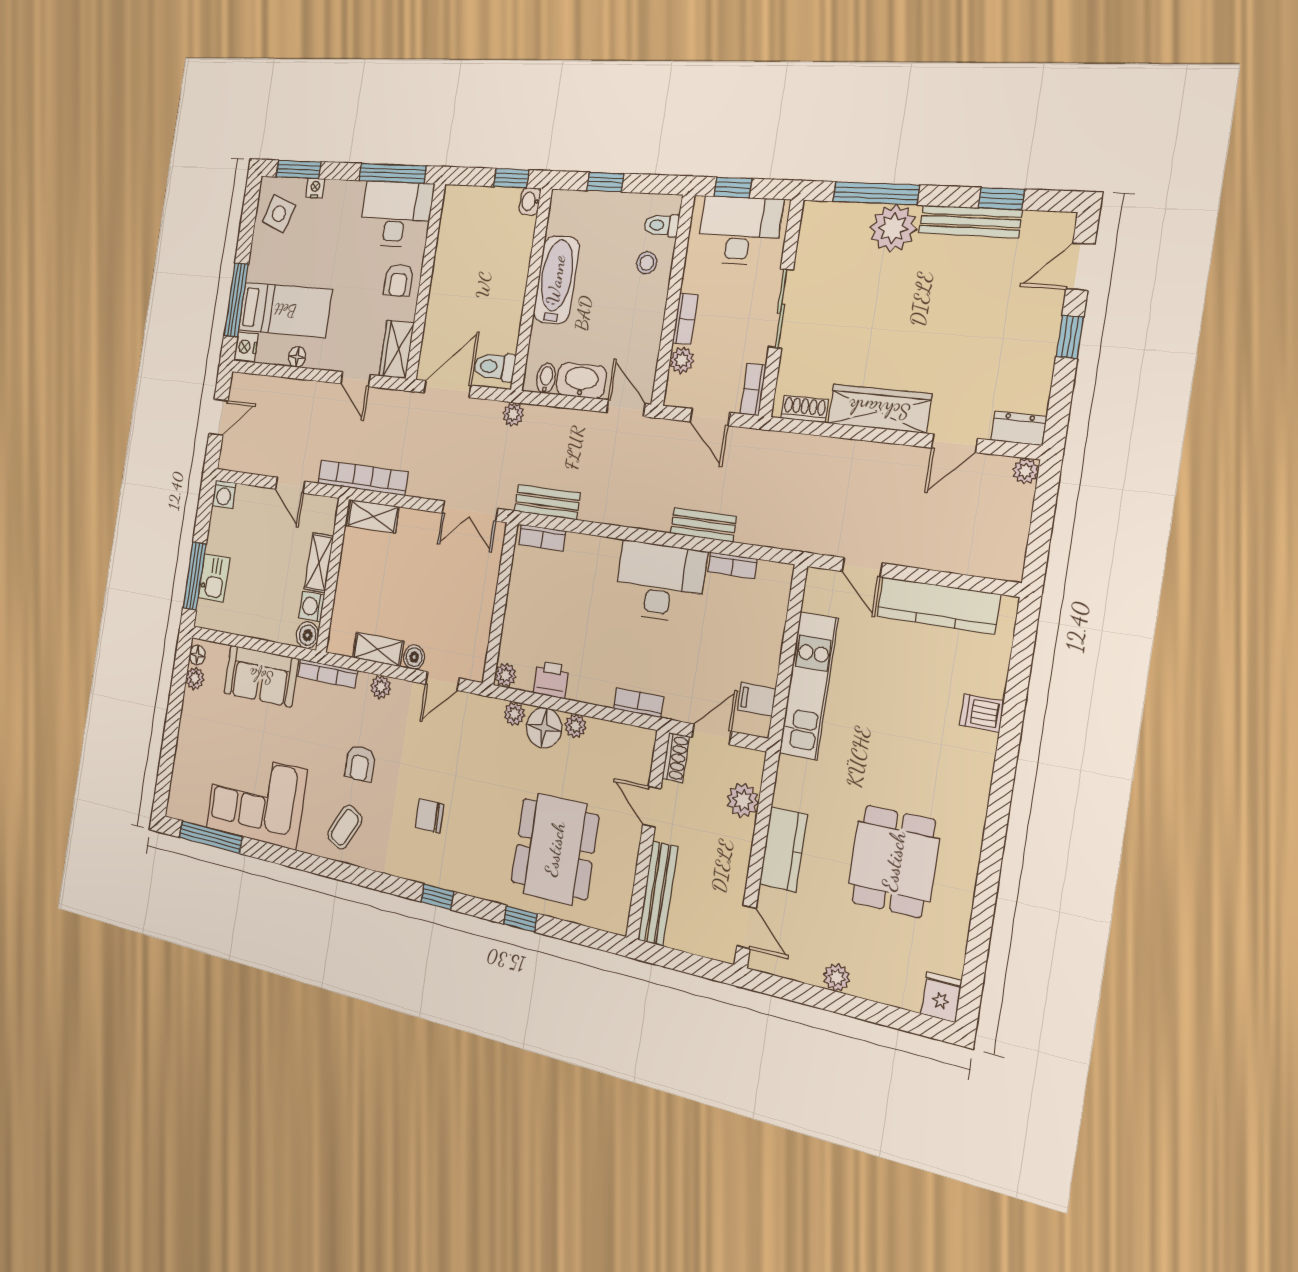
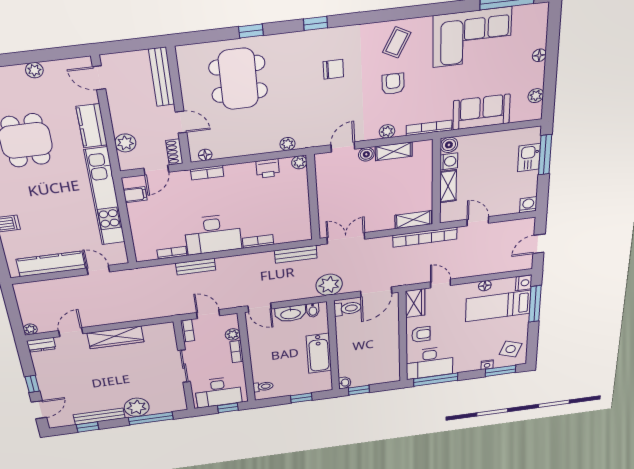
stool: (647, 263) -> (267, 370), removed
armchair: (398, 280) -> (421, 334), turned 90
shoe rack: (804, 409) -> (156, 329), removed
plant: (513, 414) -> (329, 285), width x1.87, depth x1.87
bookcase: (542, 538) -> (258, 241), moved
floor lamp: (197, 655) -> (539, 55), moved
kitchen unit: (809, 686) -> (105, 197), width x1.36
plant: (575, 726) -> (244, 149), removed
floor lamp: (544, 728) -> (205, 155), moved, width x0.53, depth x0.53

